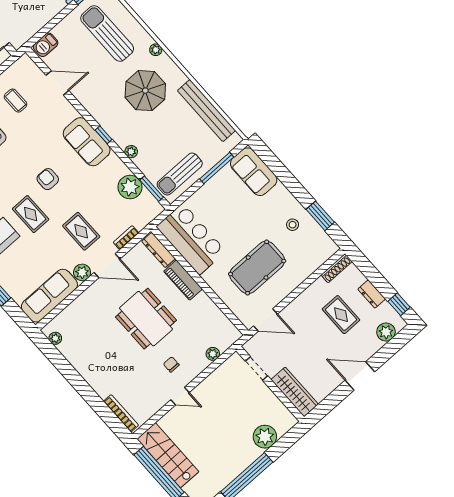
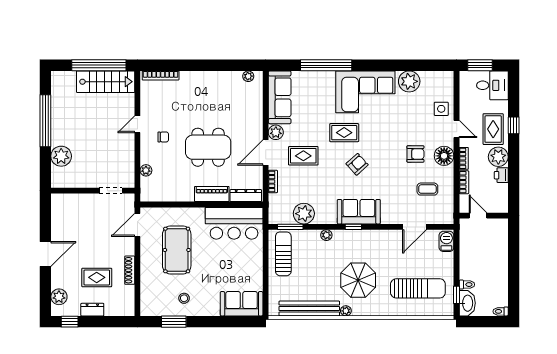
plant: (156, 50) -> (346, 311), moved
window: (217, 168) -> (266, 282), removed
armchair: (48, 179) -> (357, 164), turned -42
shoe rack: (337, 268) -> (130, 270), moved
wardrobe: (295, 392) -> (73, 202), removed

